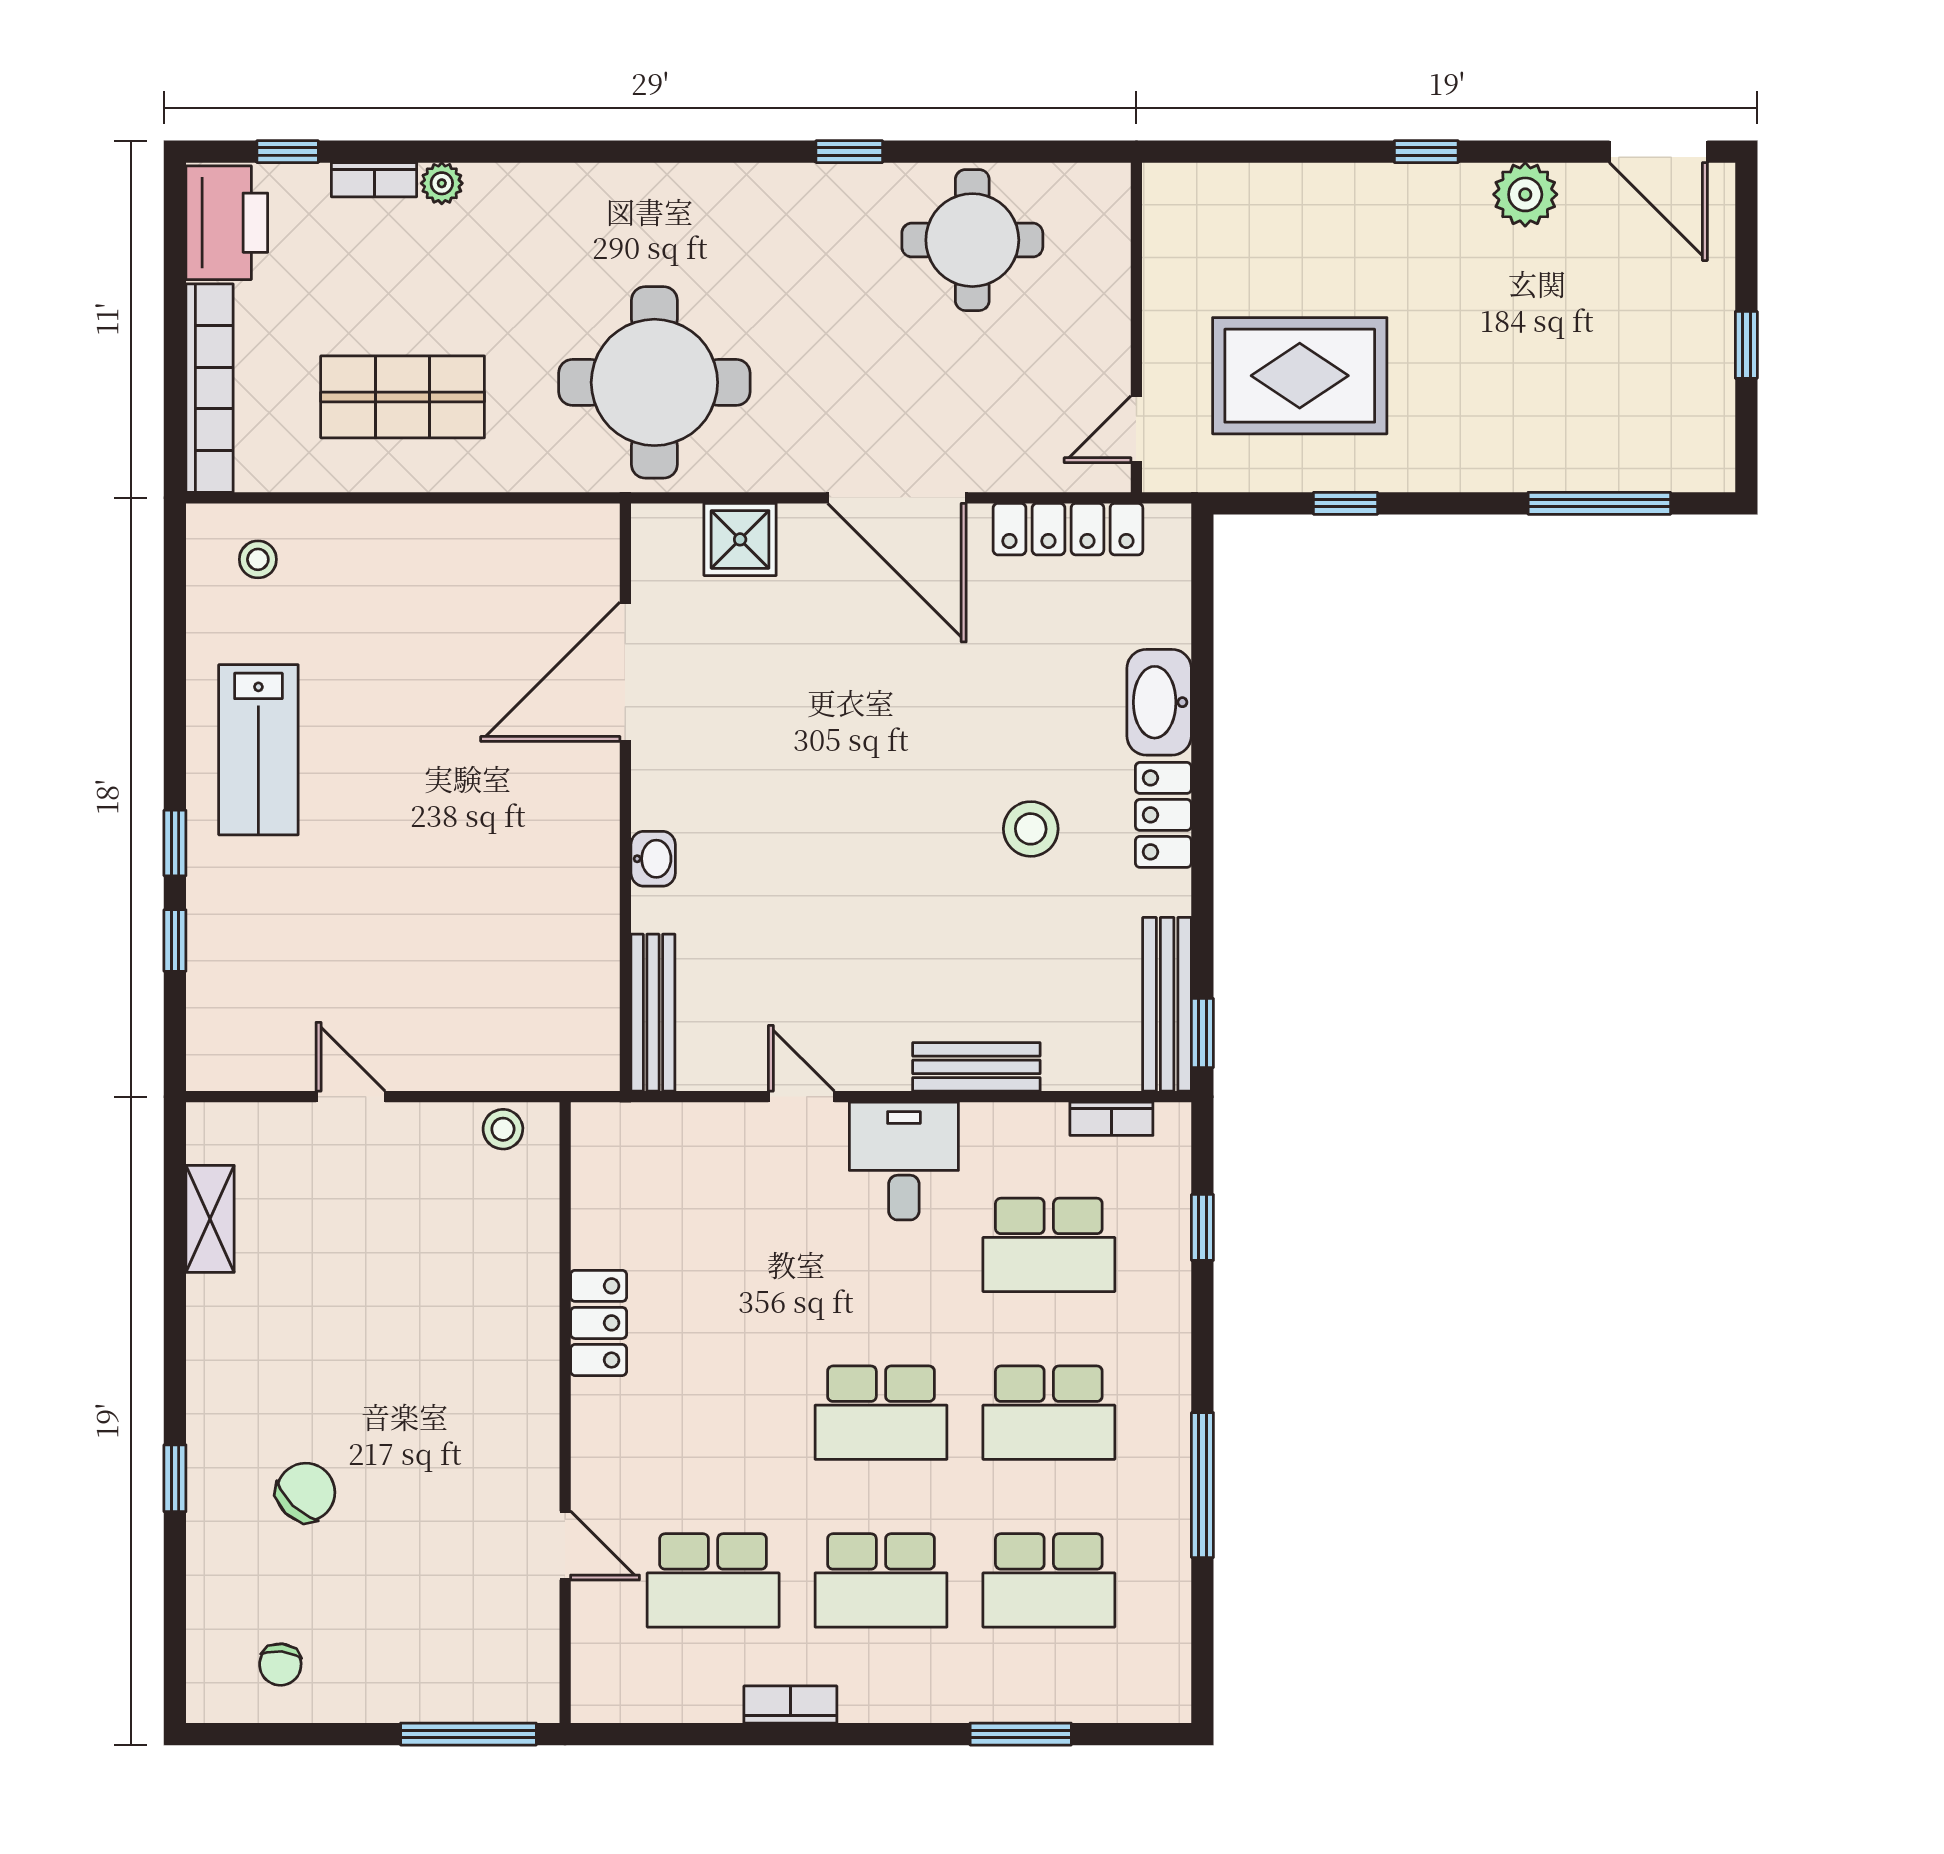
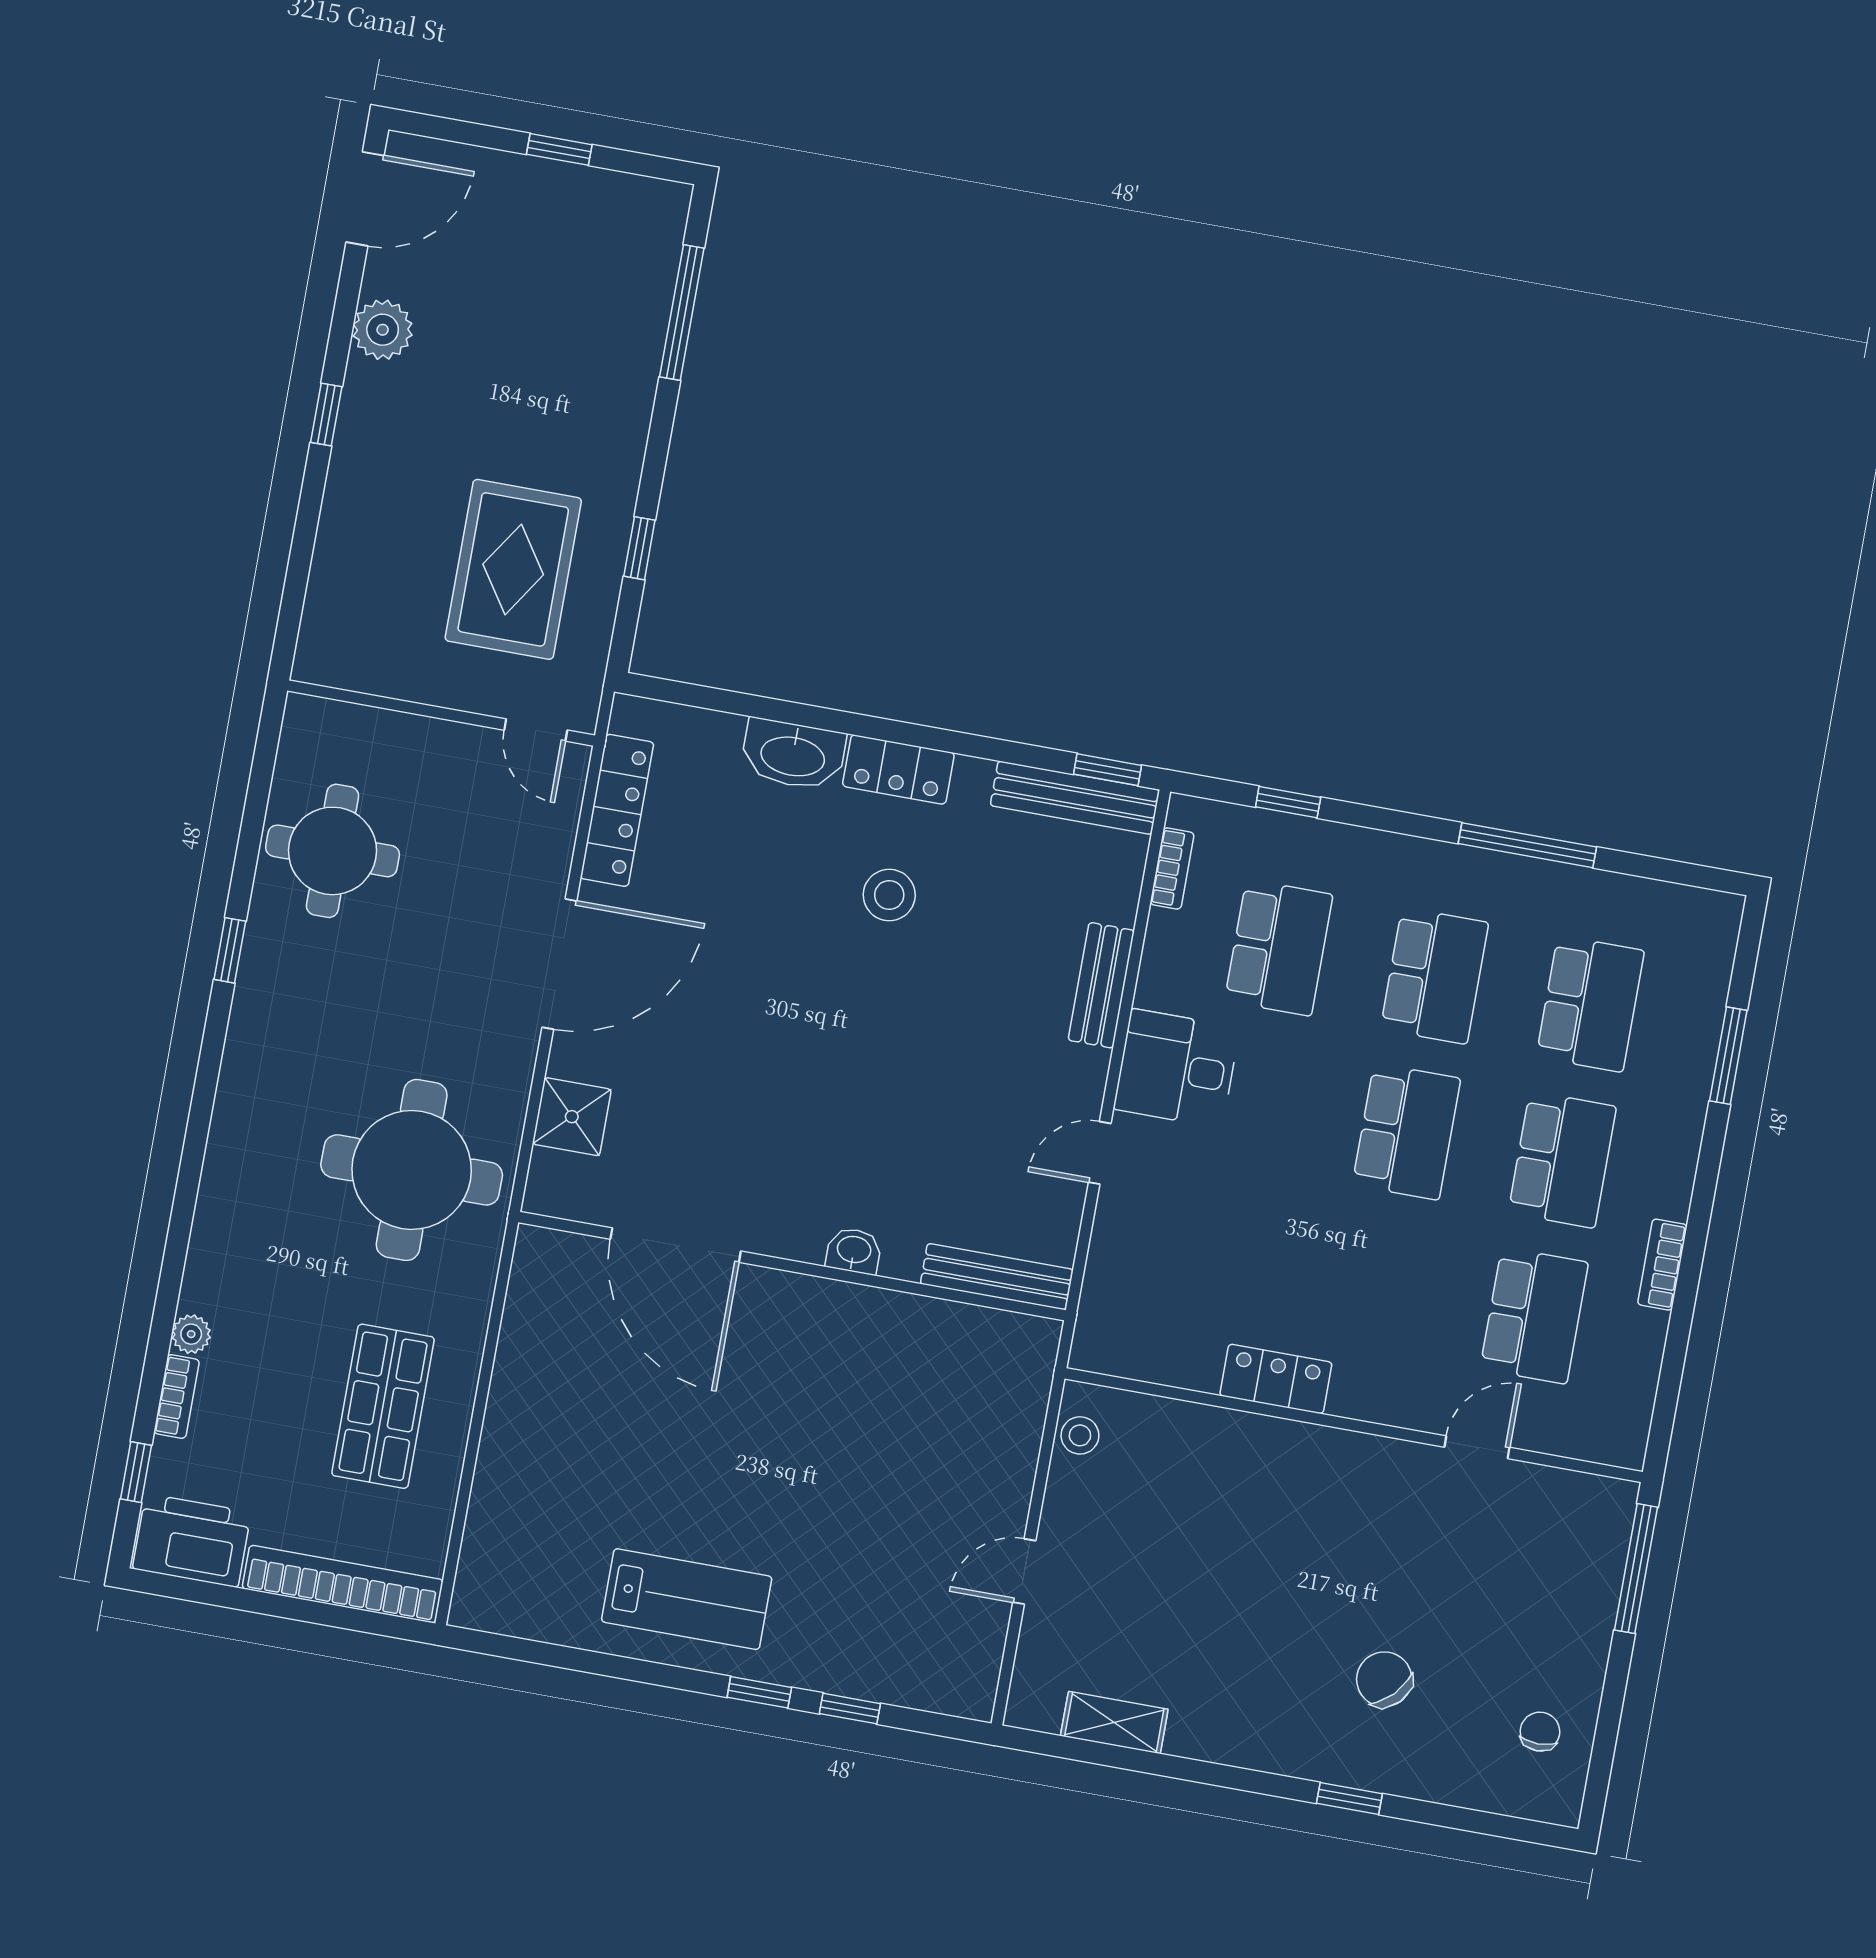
stool: (258, 559) -> (510, 1568), removed
chair: (280, 1665) -> (1540, 1732), turned -96

